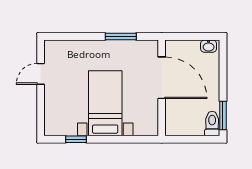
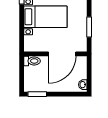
toilet: (212, 124) -> (32, 61), moved

